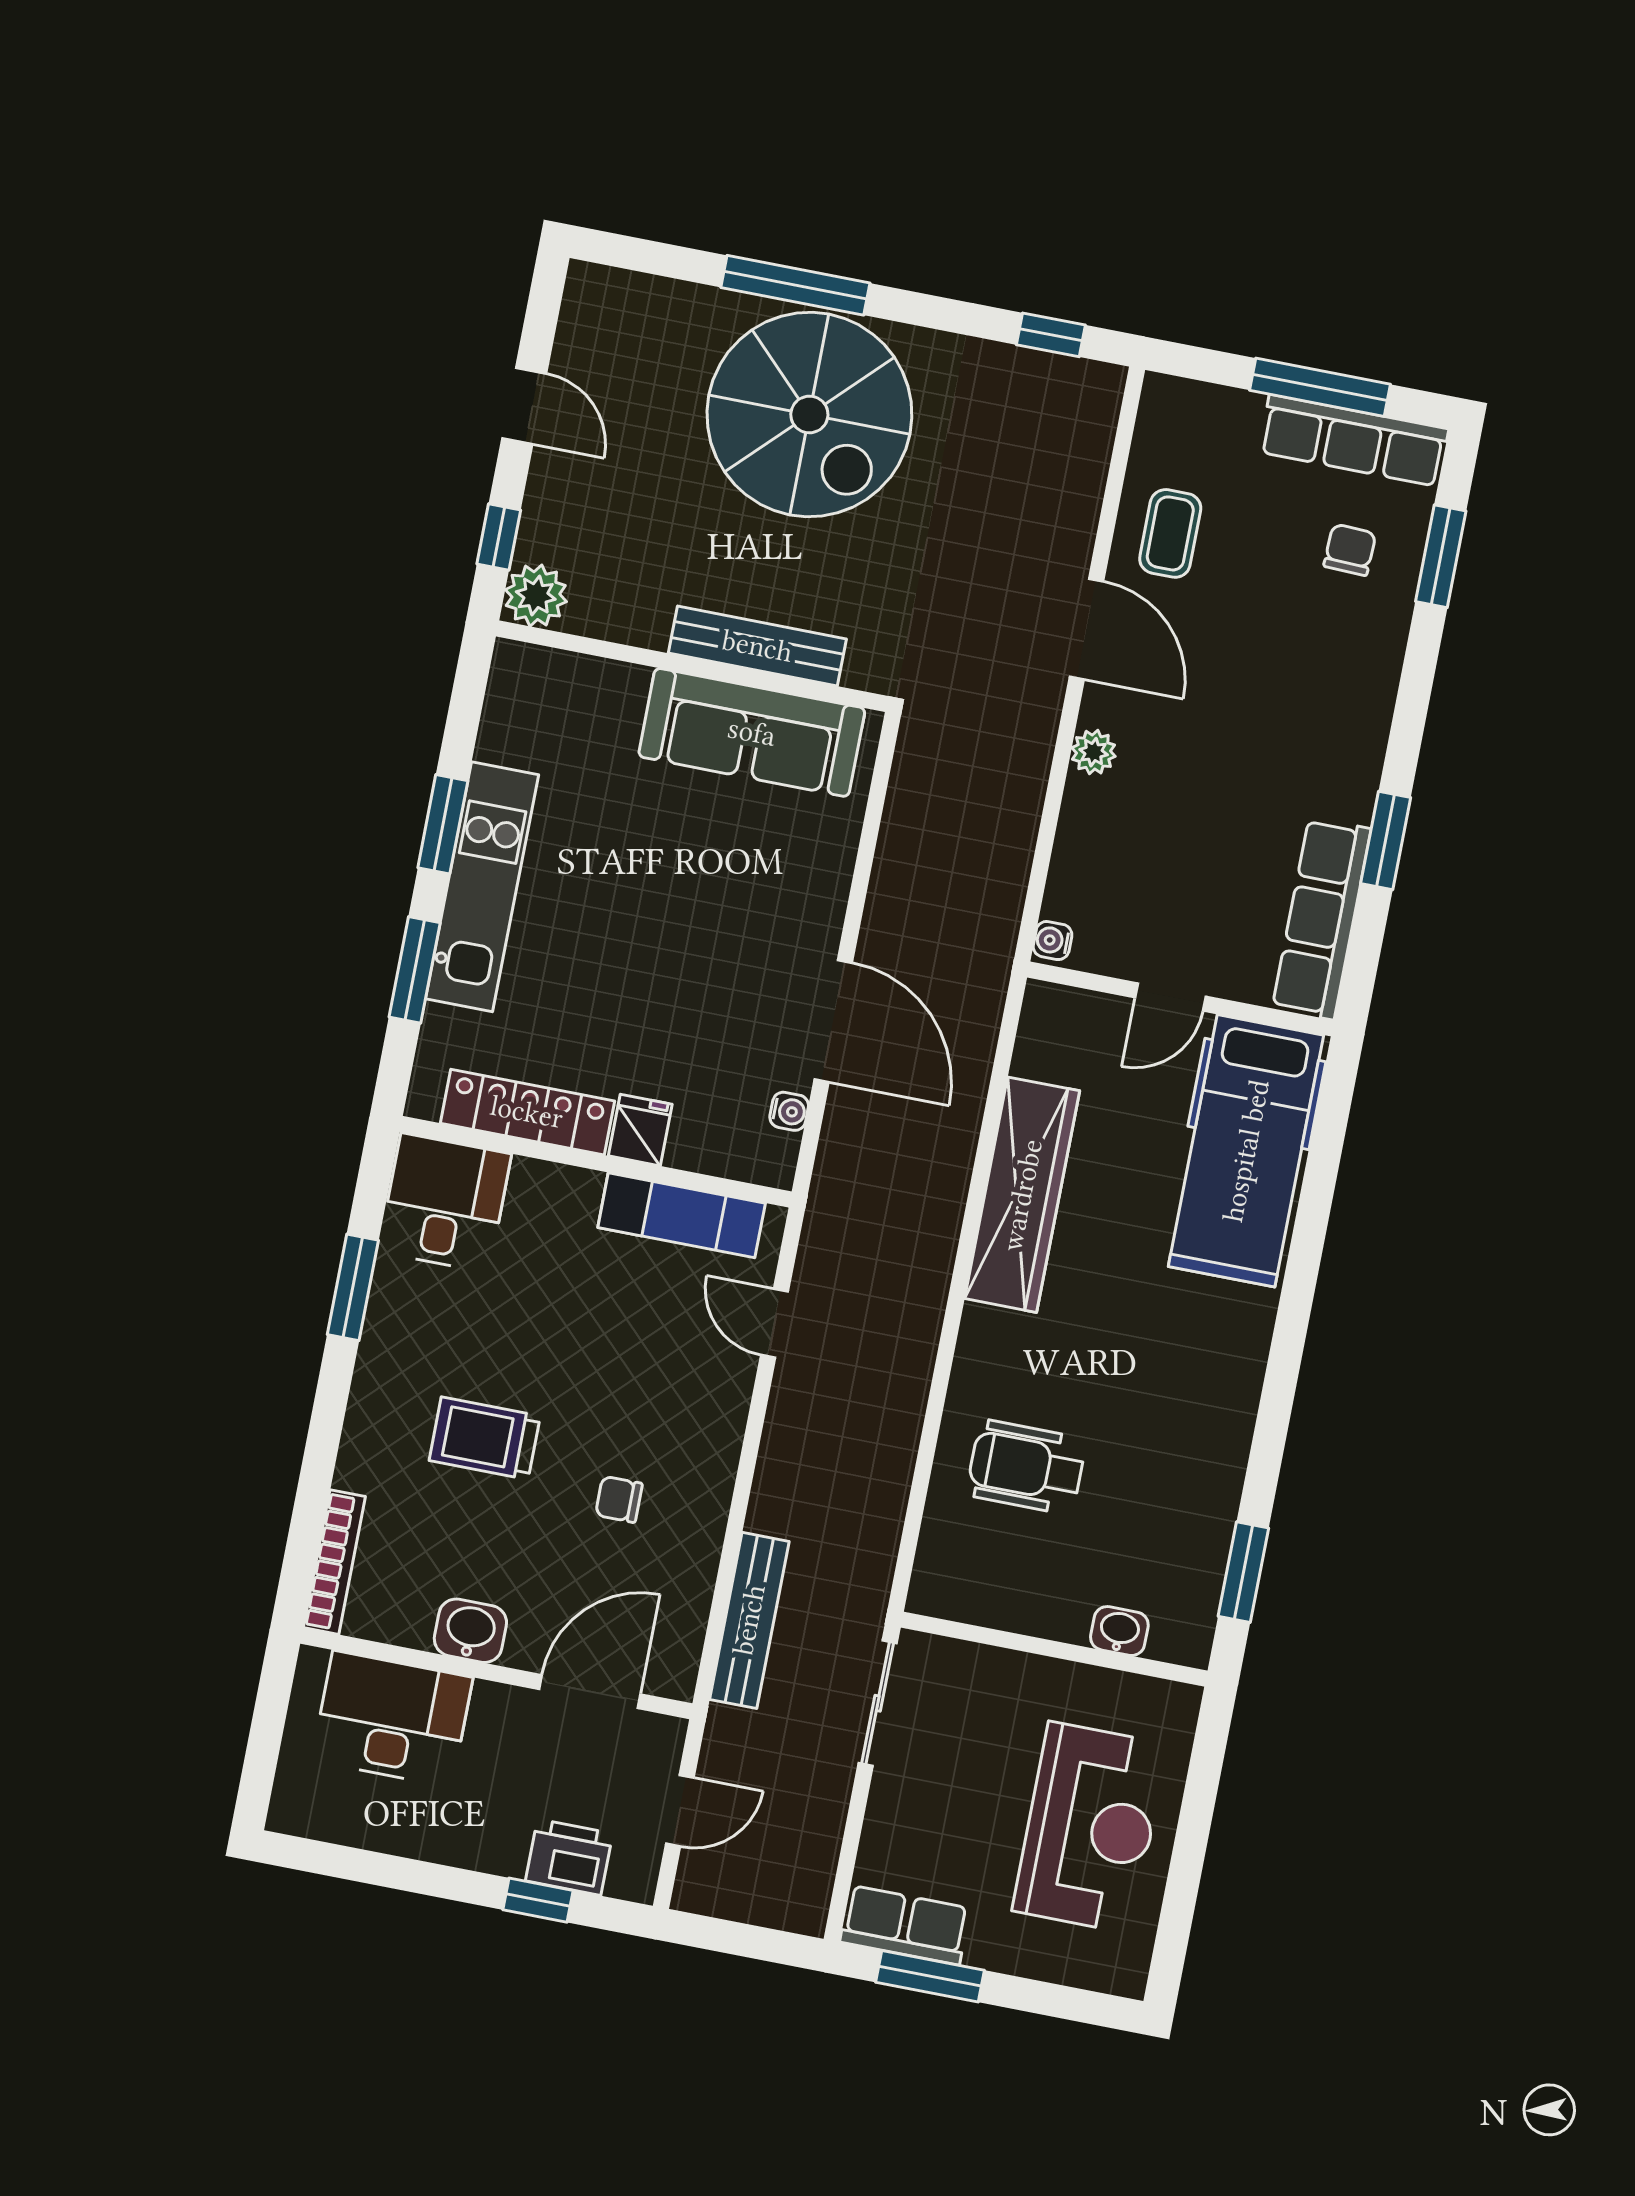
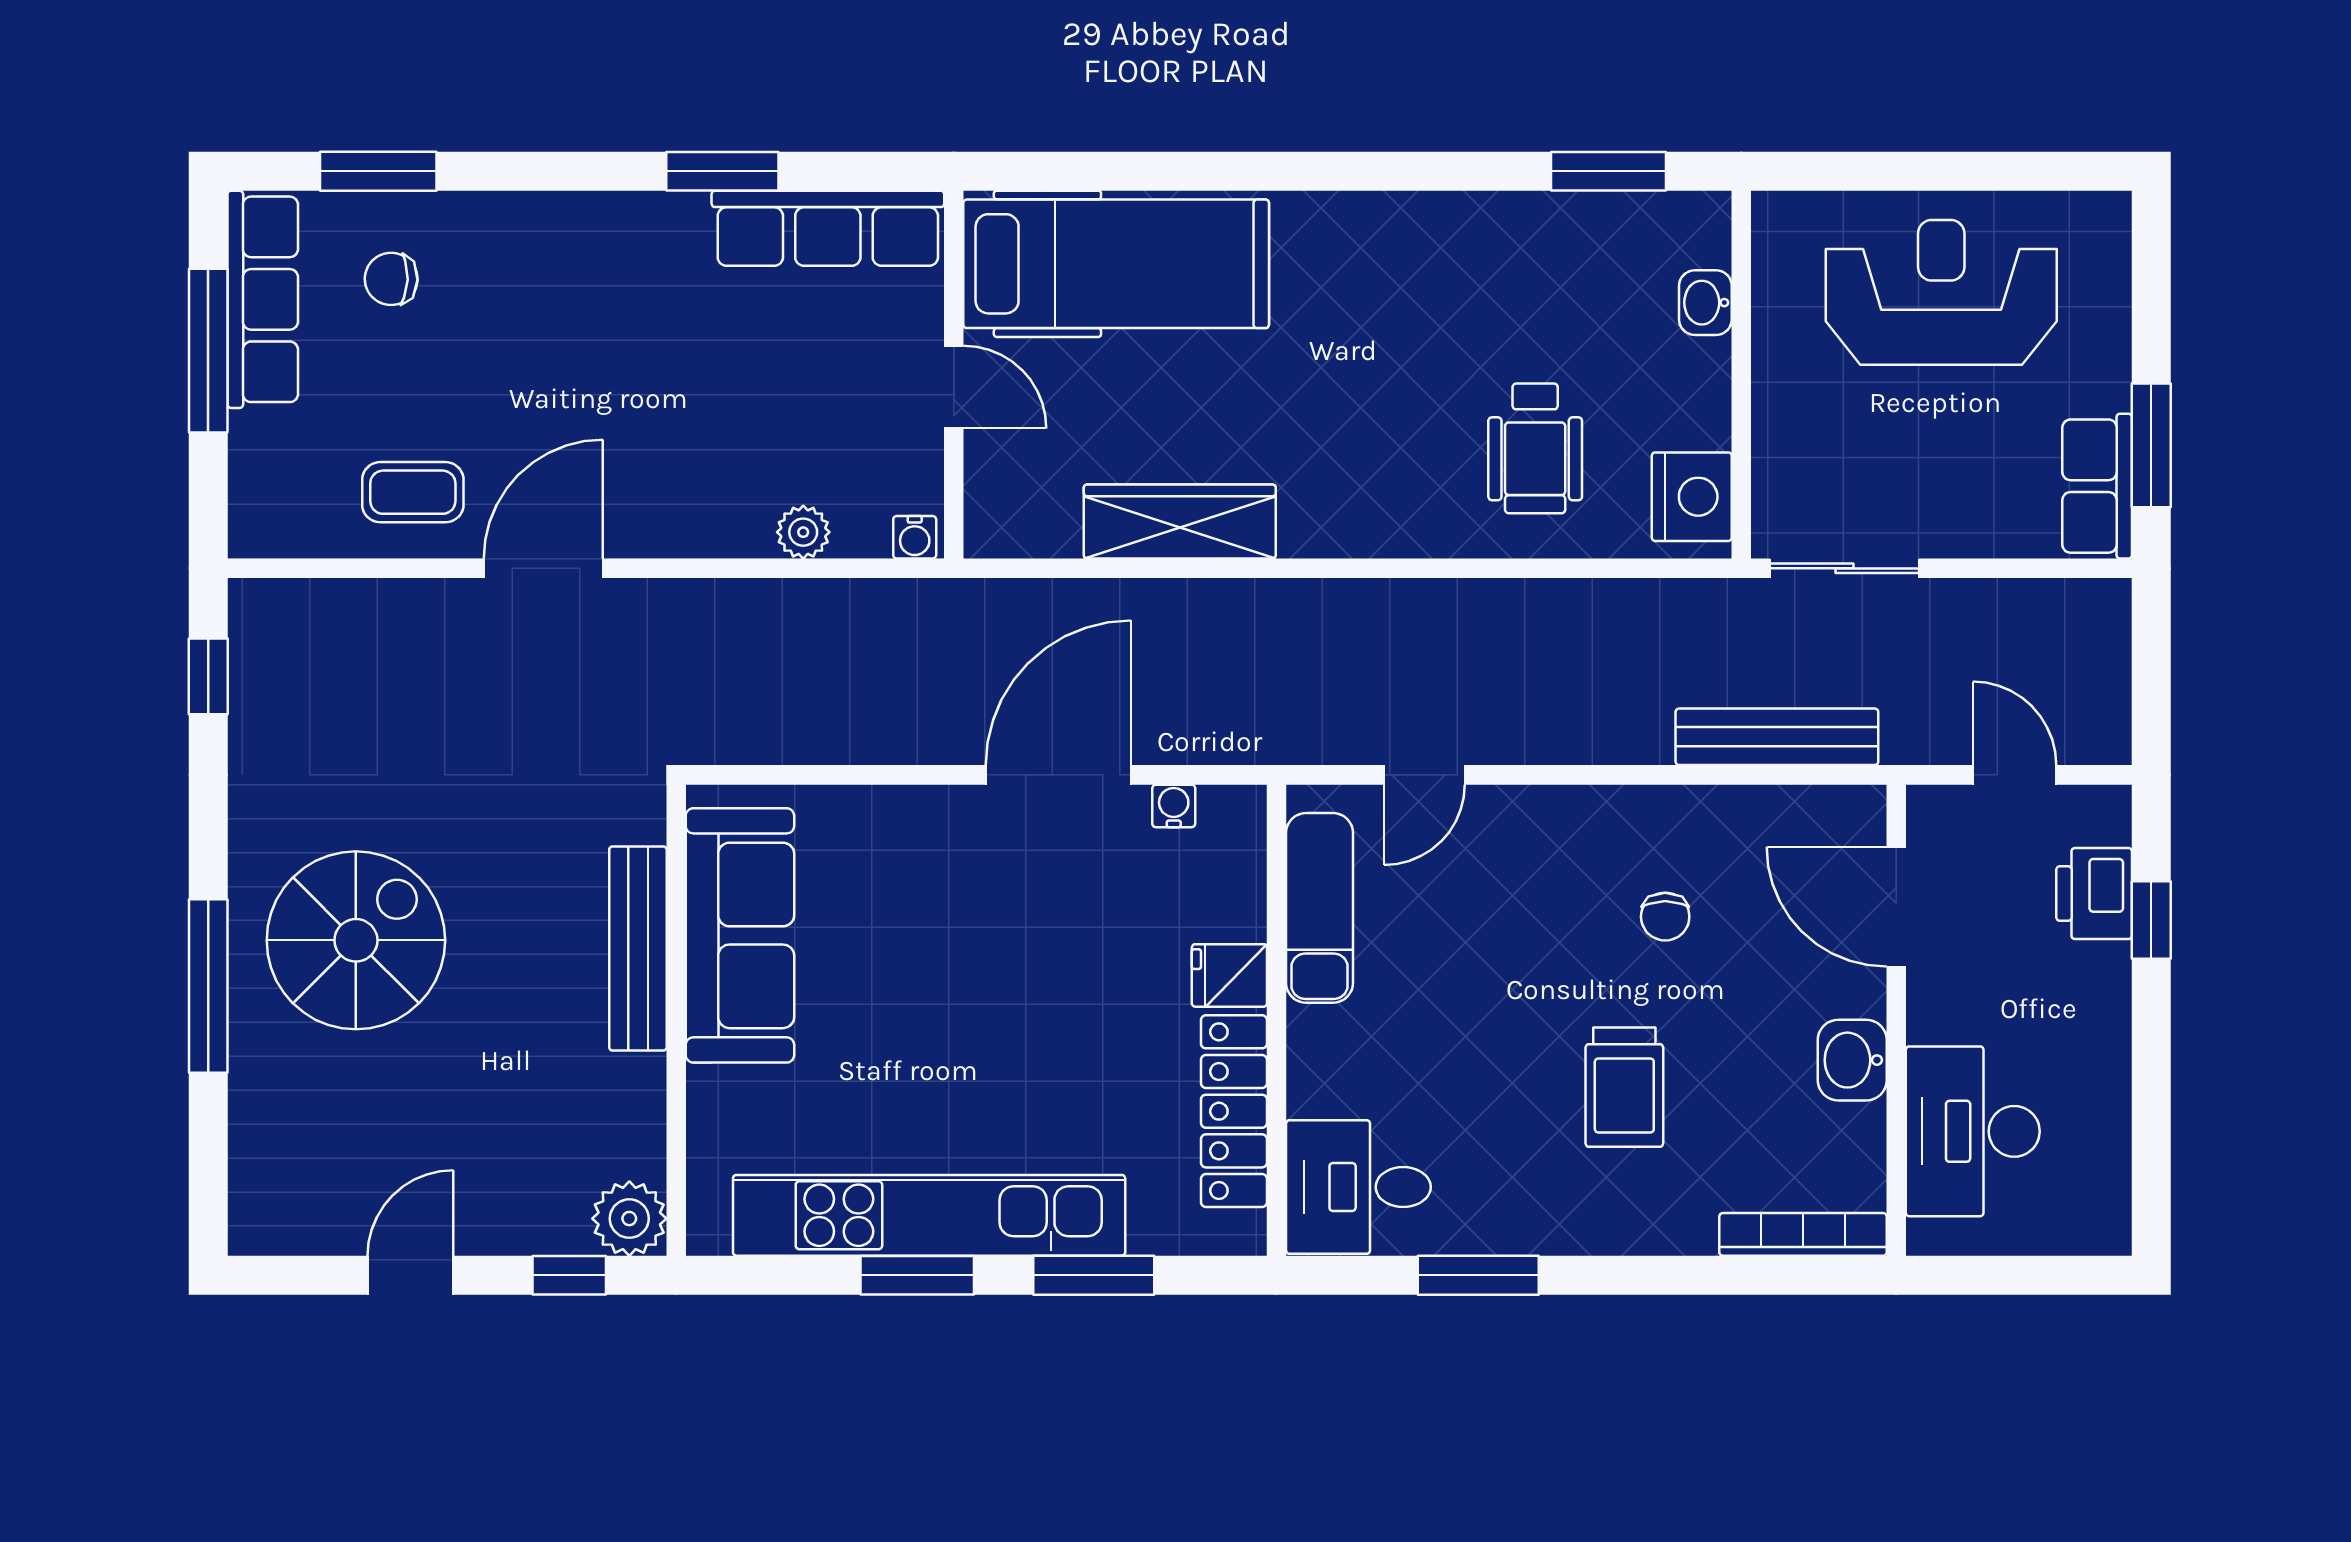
spiral stairs: (809, 415) -> (356, 940), width x0.73, depth x0.73
plant: (1094, 752) -> (803, 532), moved
kitchen unit: (482, 887) -> (929, 1215), width x1.36
wardrobe: (1022, 1195) -> (1180, 522), width x0.71, depth x0.85
nightstand: (961, 1589) -> (1692, 497), added

